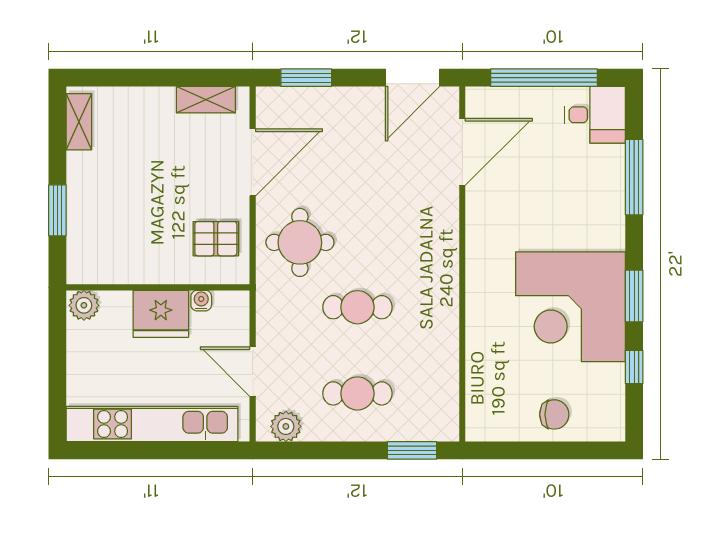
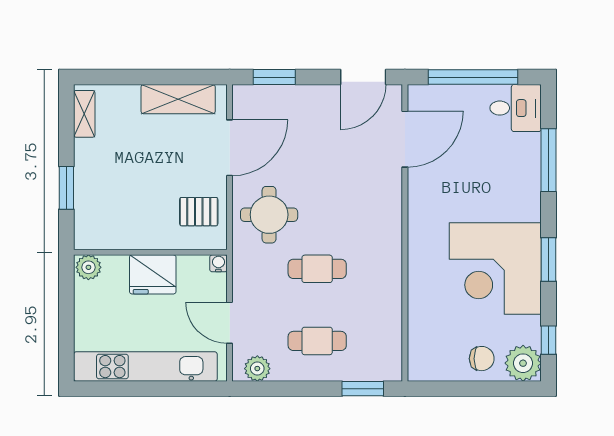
shelving: (206, 100) -> (178, 99), width x1.50, depth x1.33
water cooler: (201, 301) -> (218, 263), moved
window: (634, 367) -> (548, 340), moved
plant: (604, 420) -> (523, 363), added

